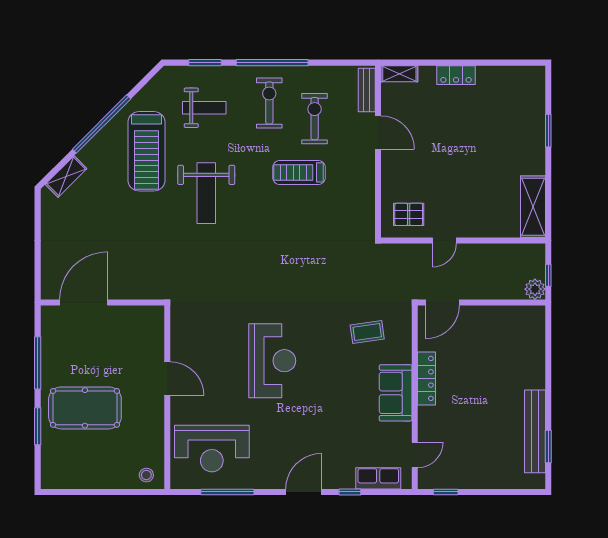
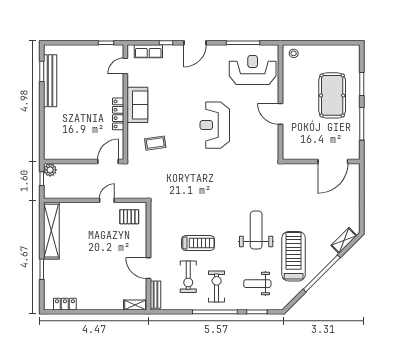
locker: (456, 75) -> (65, 304), moved
exercise bike: (269, 103) -> (217, 287), turned 180
shelving: (533, 207) -> (51, 231), width x1.47
pool table: (85, 408) -> (332, 95), turned 90

